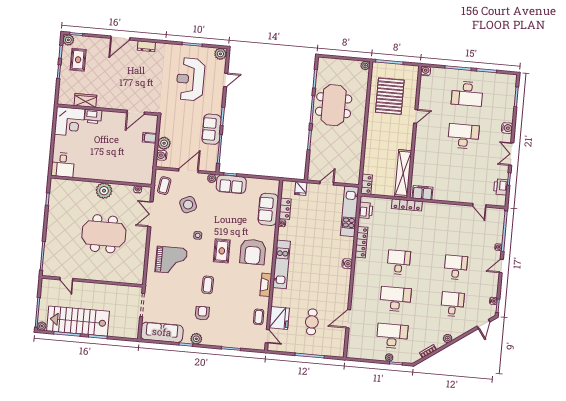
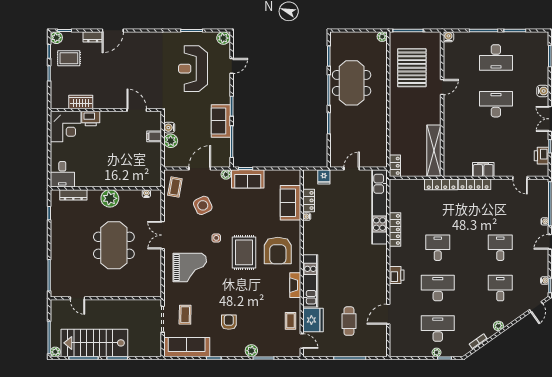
dresser: (146, 46) -> (93, 37), moved
rug: (78, 60) -> (69, 58), turned 90
door: (136, 112) -> (137, 110), swing flipped
water cooler: (162, 155) -> (169, 128), moved
dresser: (71, 184) -> (73, 195), added
filing cabinet: (422, 193) -> (483, 170), moved
locker: (437, 208) -> (474, 184), added
printer: (366, 210) -> (397, 275), moved
kitchen unit: (350, 211) -> (379, 207), width x1.36
double door: (150, 214) -> (163, 235), moved
meeting table: (104, 234) -> (114, 245), turned 90
rug: (222, 251) -> (244, 252), width x1.36, depth x1.43
kitchen unit: (282, 264) -> (310, 281), moved
water cooler: (347, 264) -> (382, 254), removed
coffee table: (208, 285) -> (185, 315), moved
plant: (196, 339) -> (251, 351), moved

